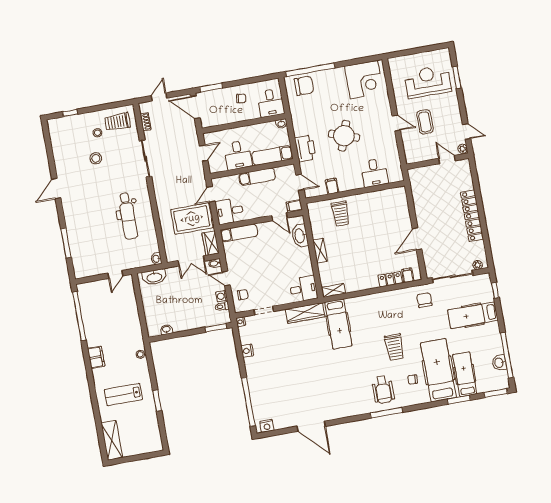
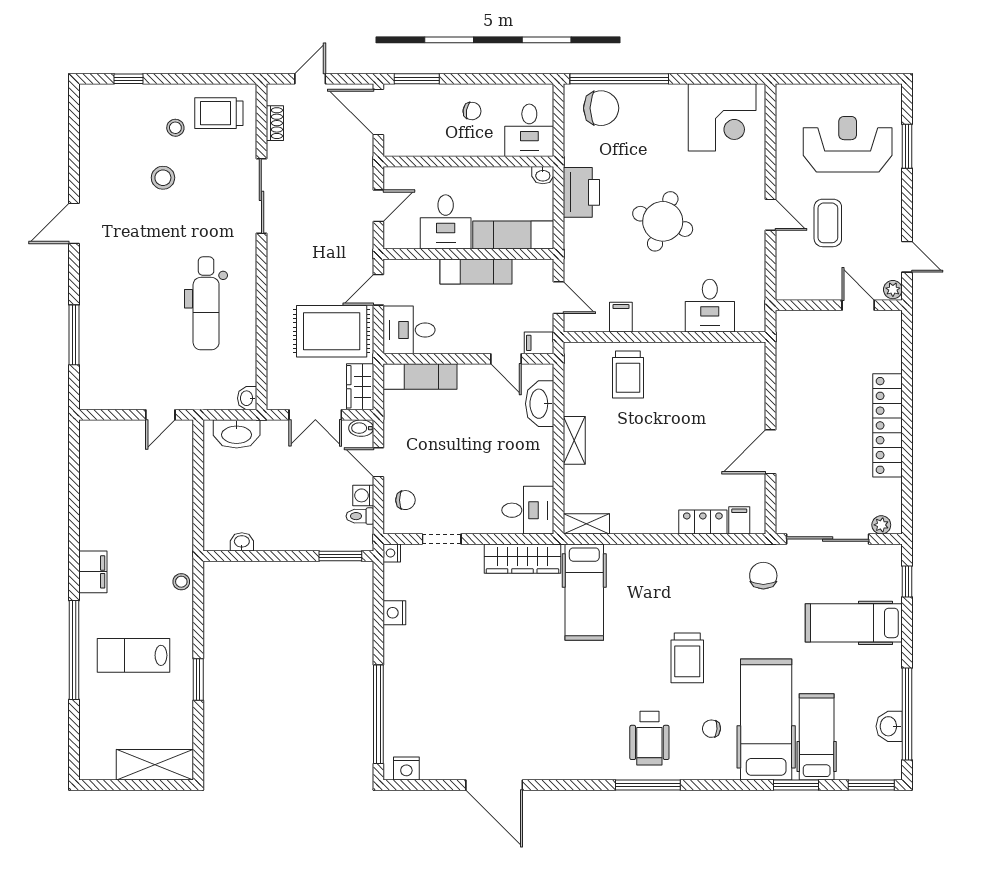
printer: (305, 148) -> (581, 192), moved
window: (79, 316) -> (74, 650), moved
shelving: (112, 440) -> (155, 765), moved, turned 90

